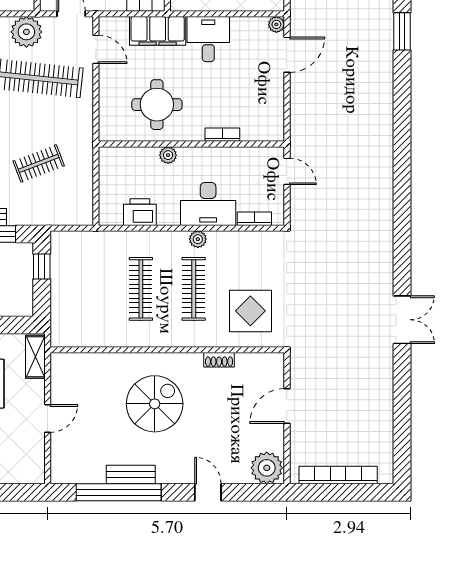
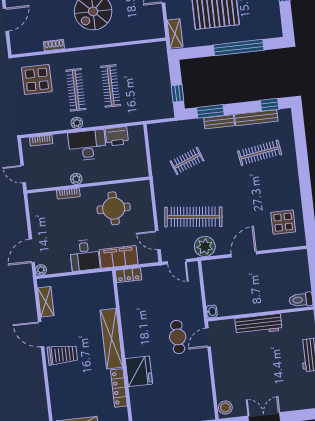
plant: (168, 155) -> (76, 179), moved
desk: (208, 204) -> (87, 145), moved

